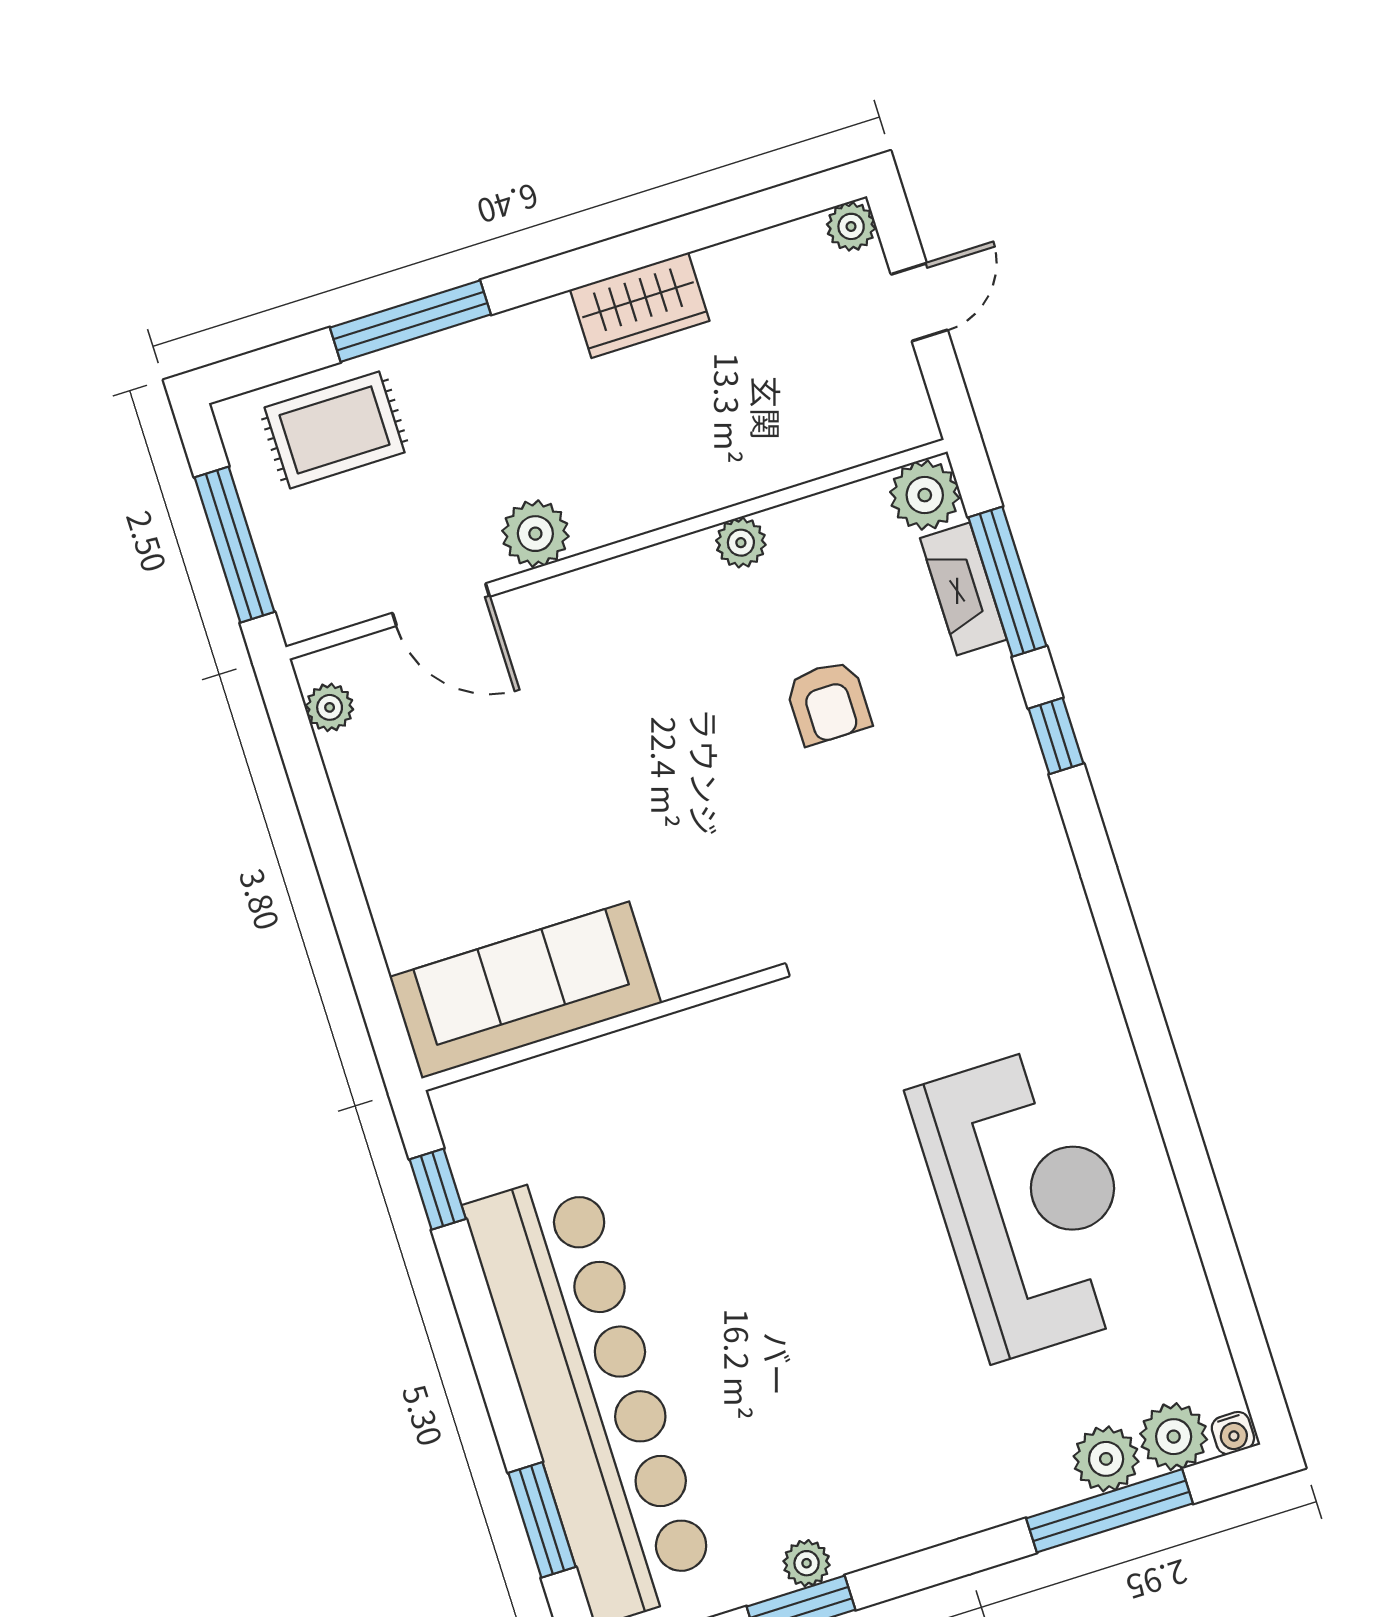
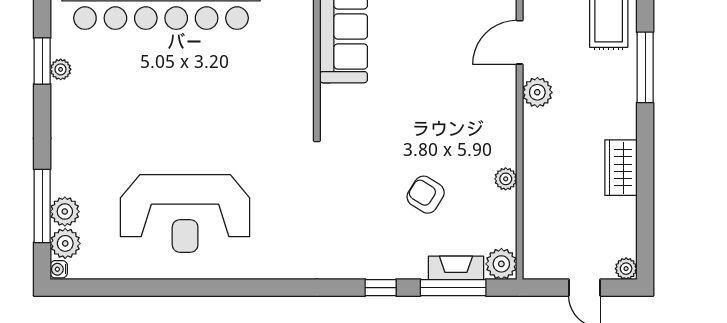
armchair: (828, 703) -> (426, 195), turned 32

